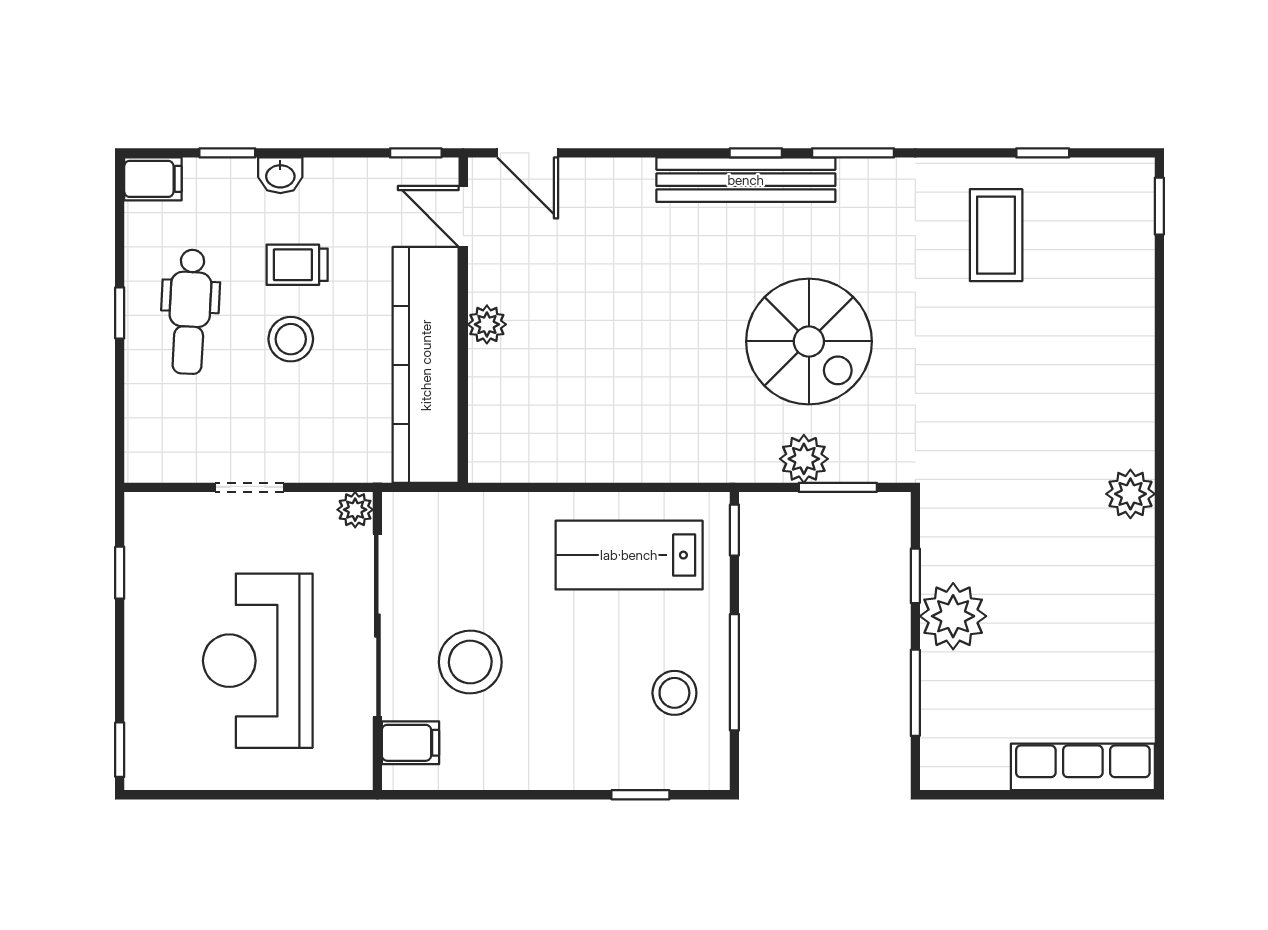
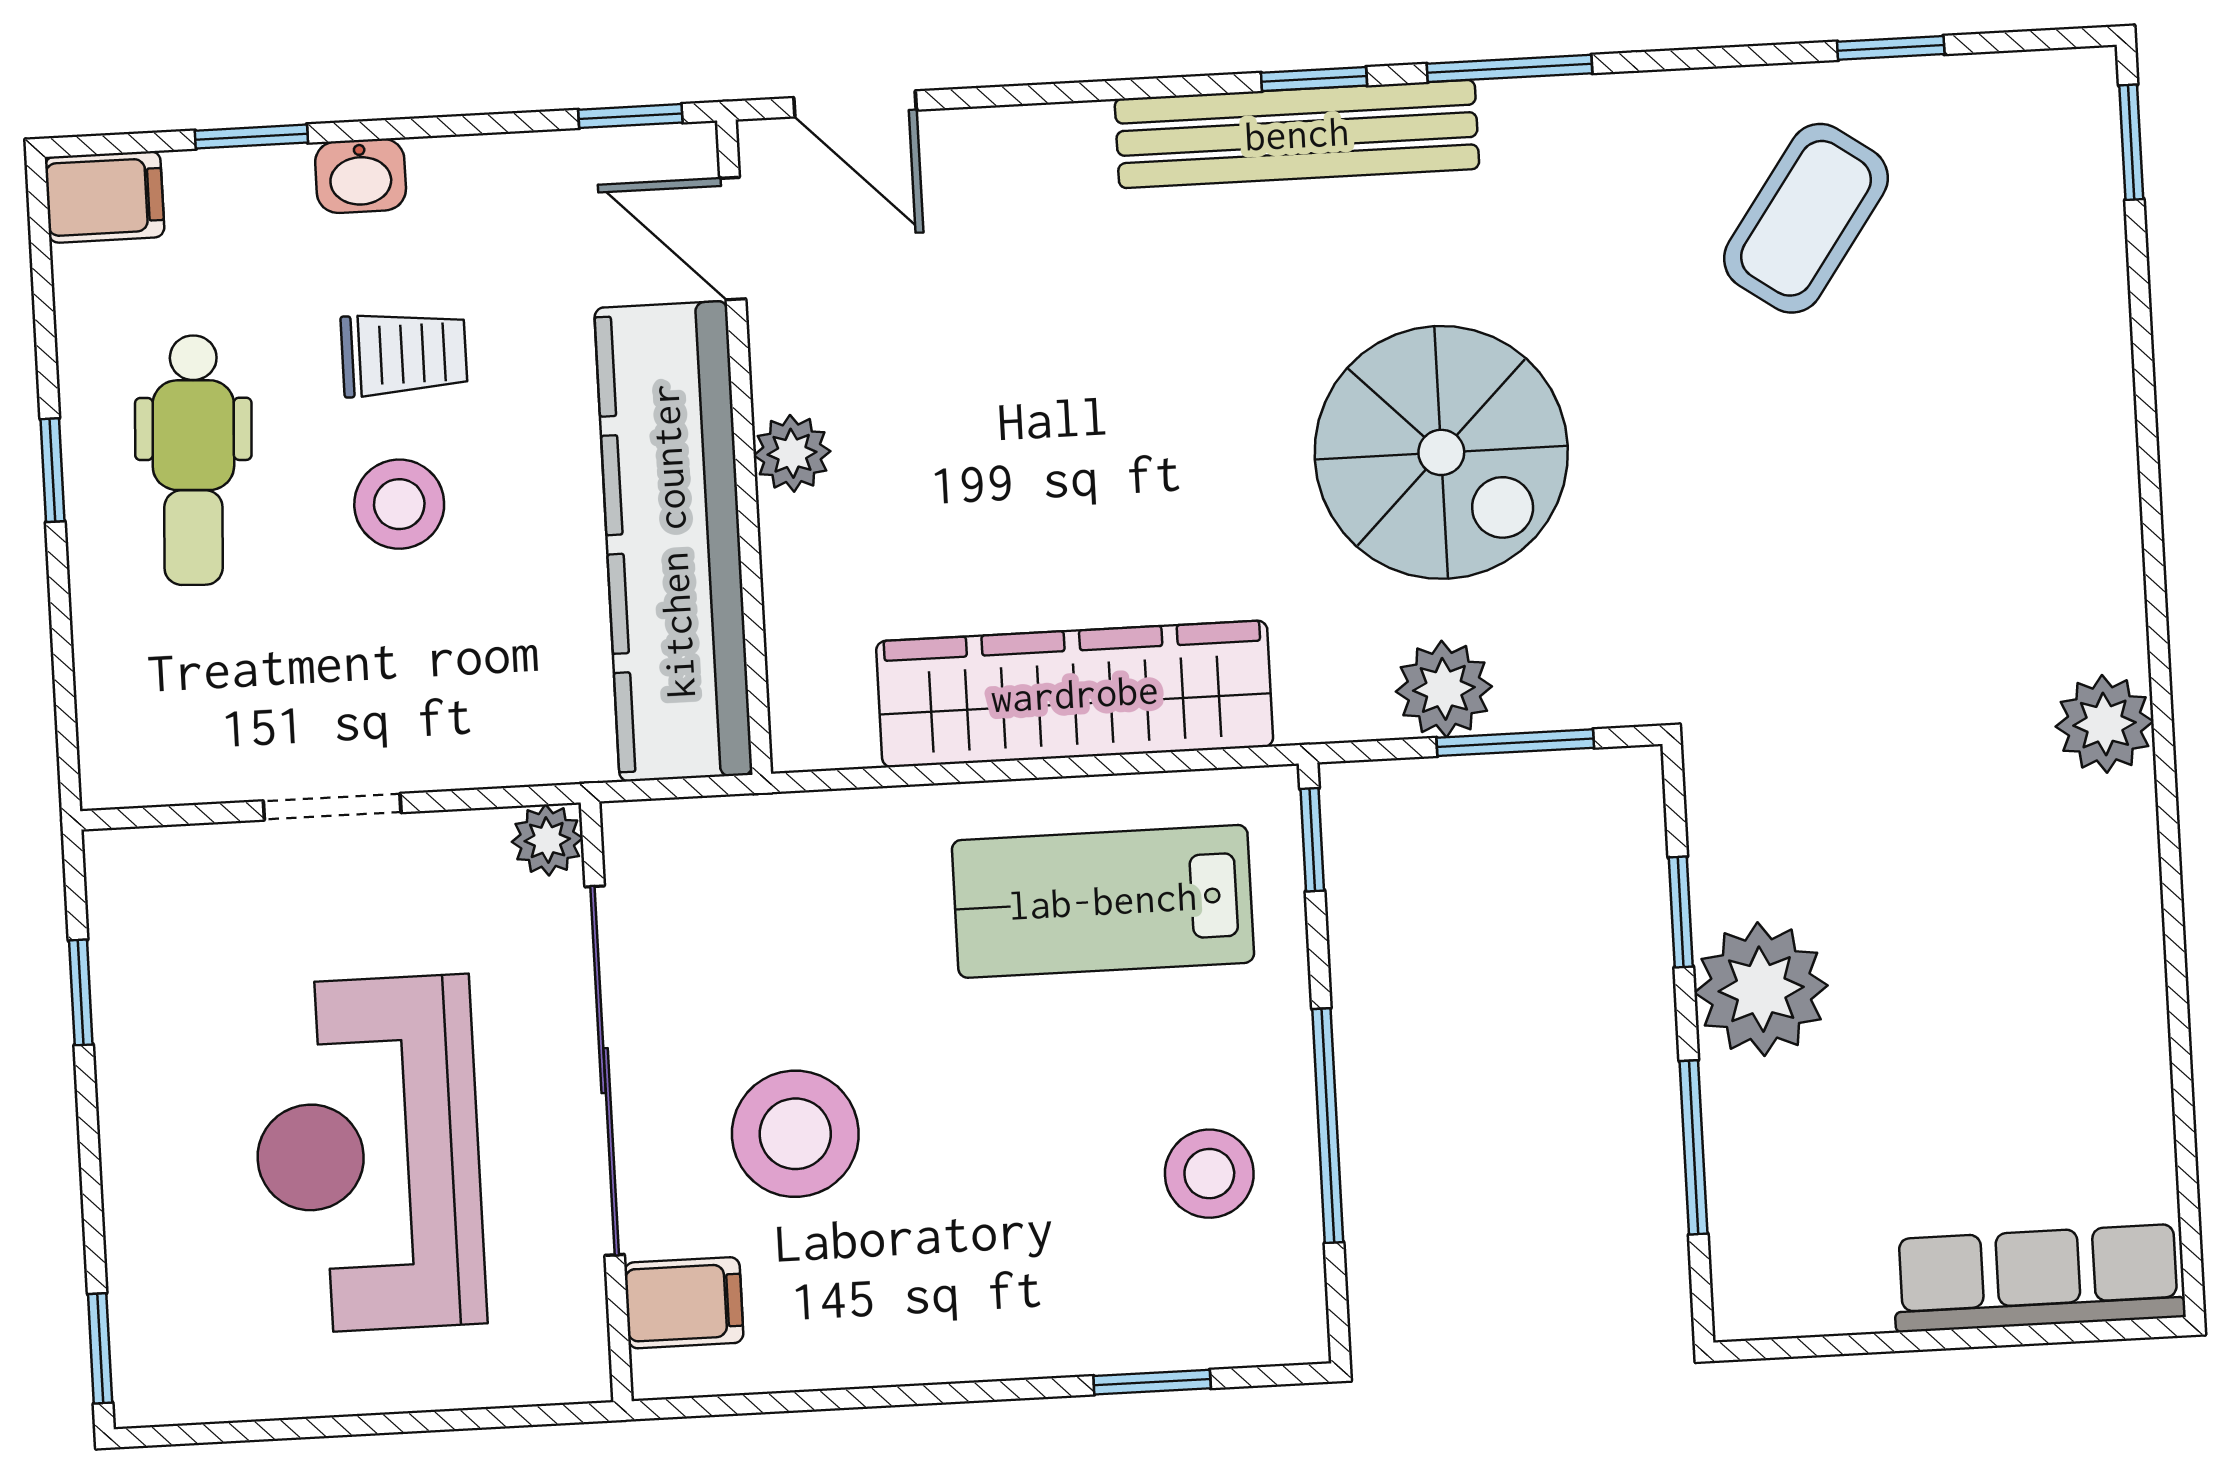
coffee table: (996, 235) -> (1806, 218), turned 35
trolley: (297, 265) -> (404, 354), turned 180
wardrobe: (621, 451) -> (1075, 694), added

